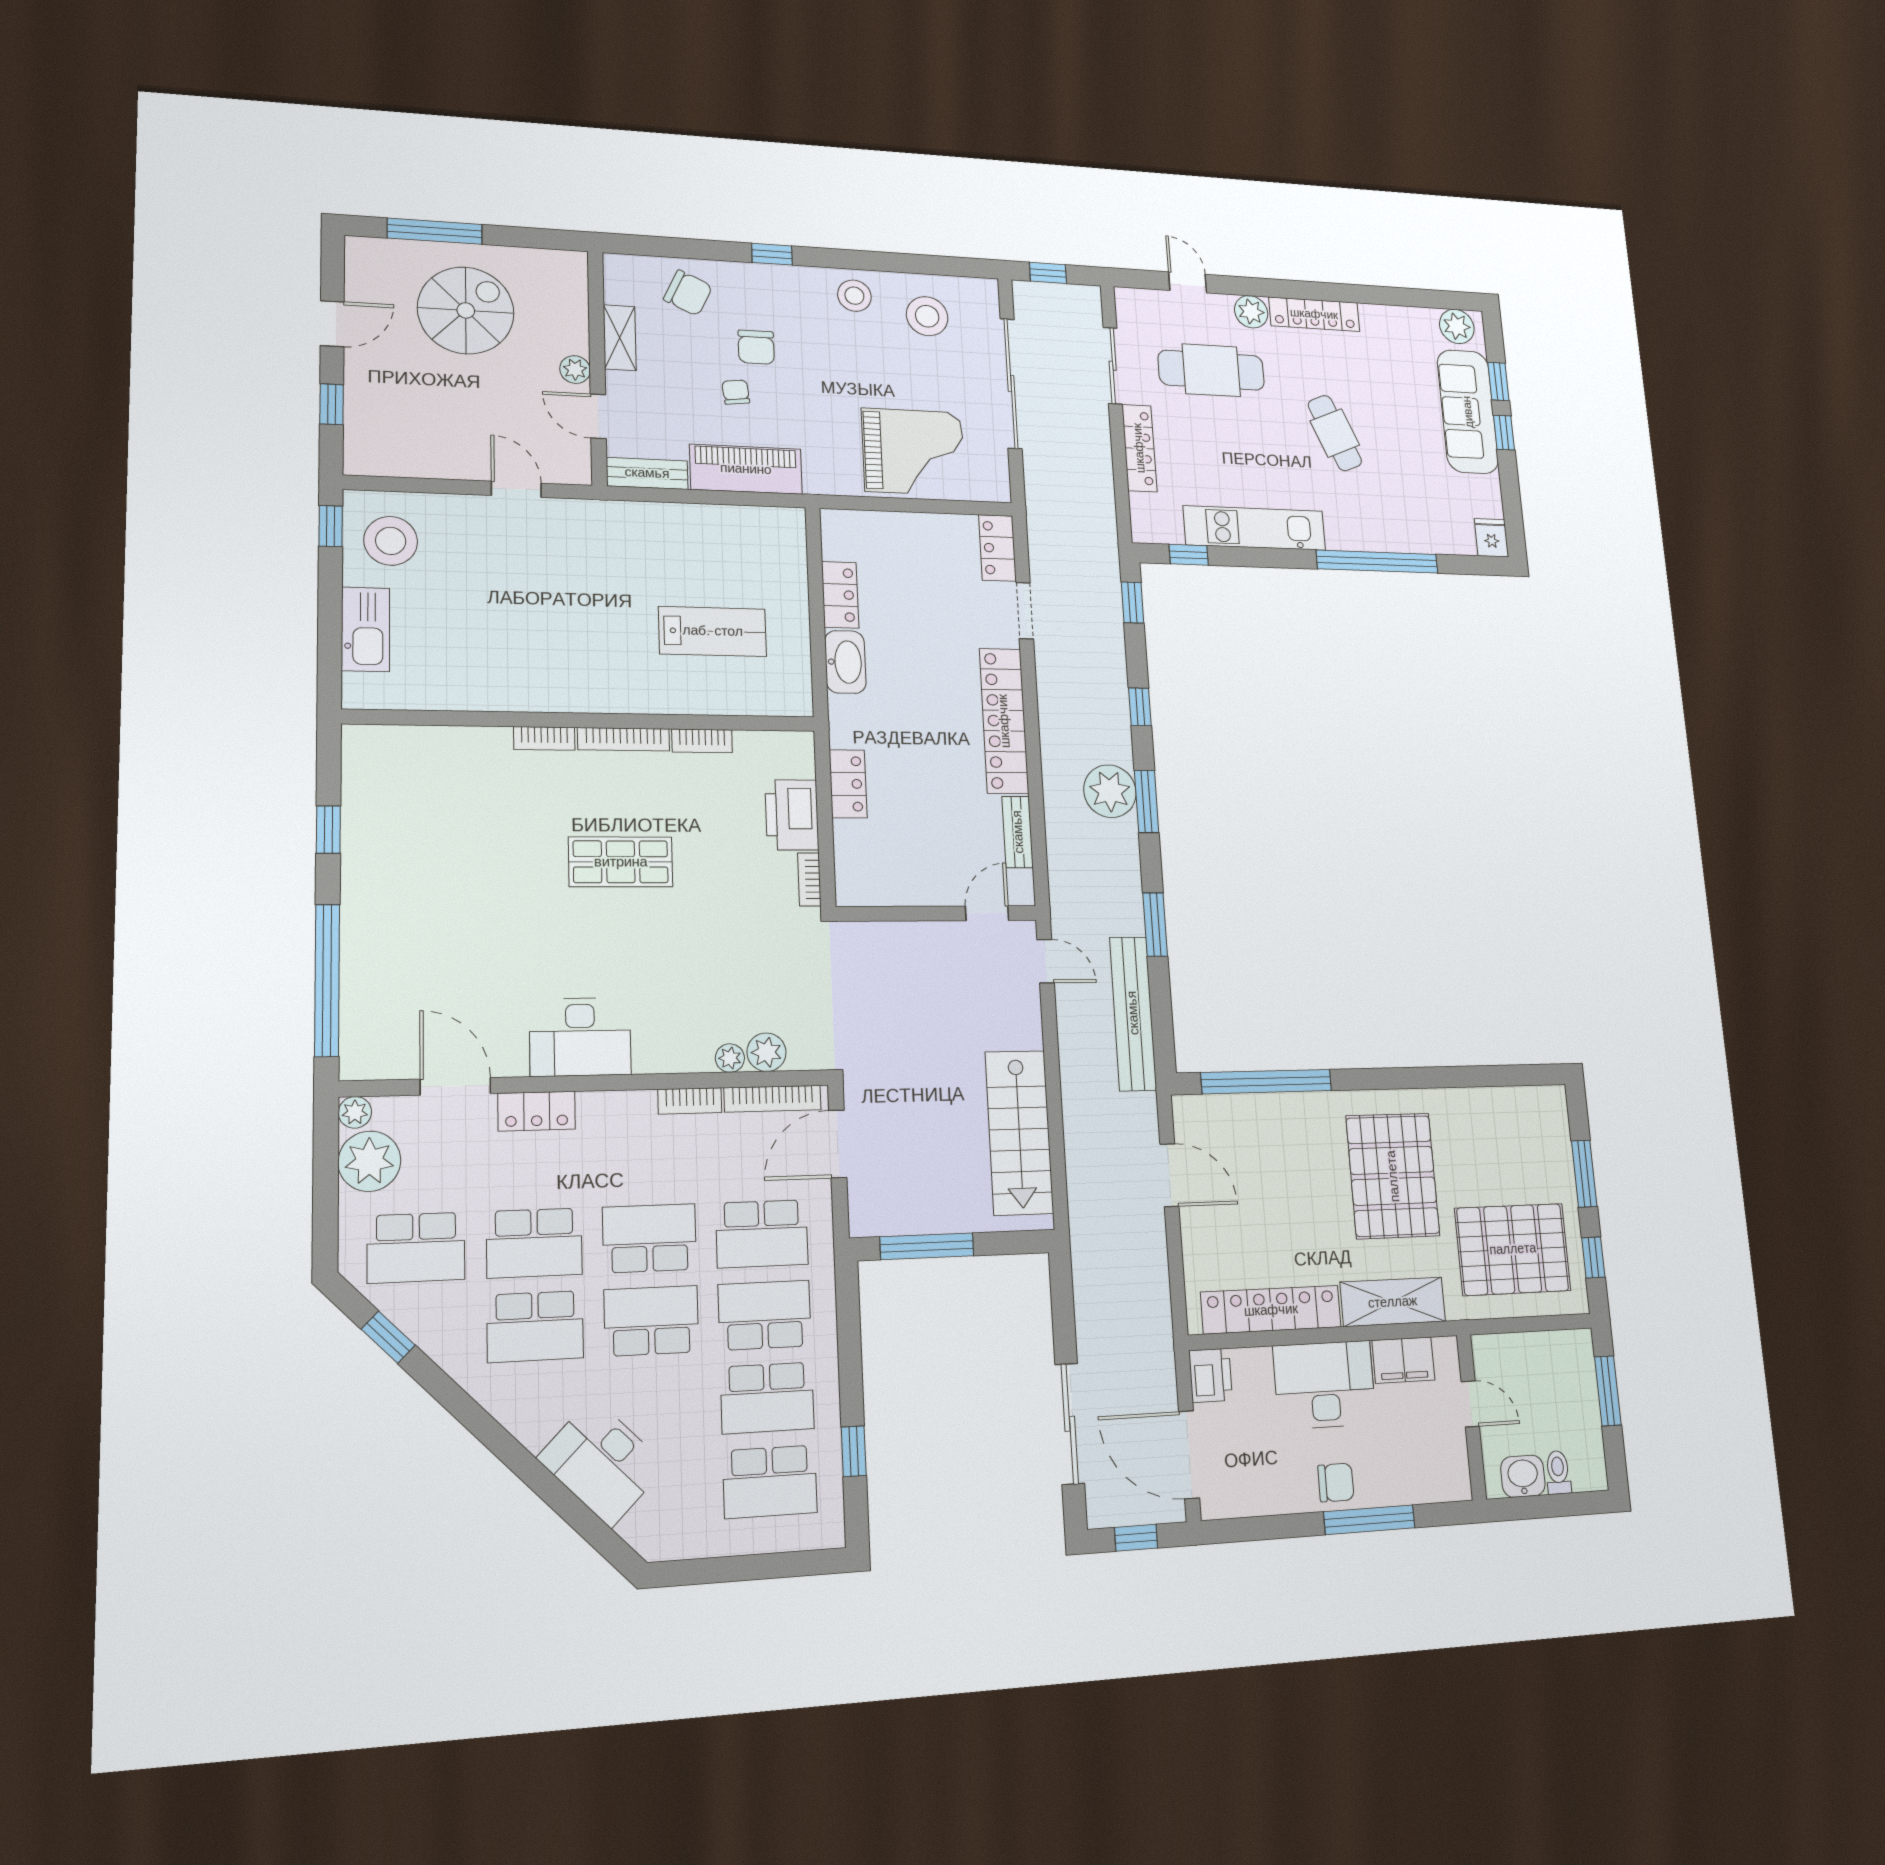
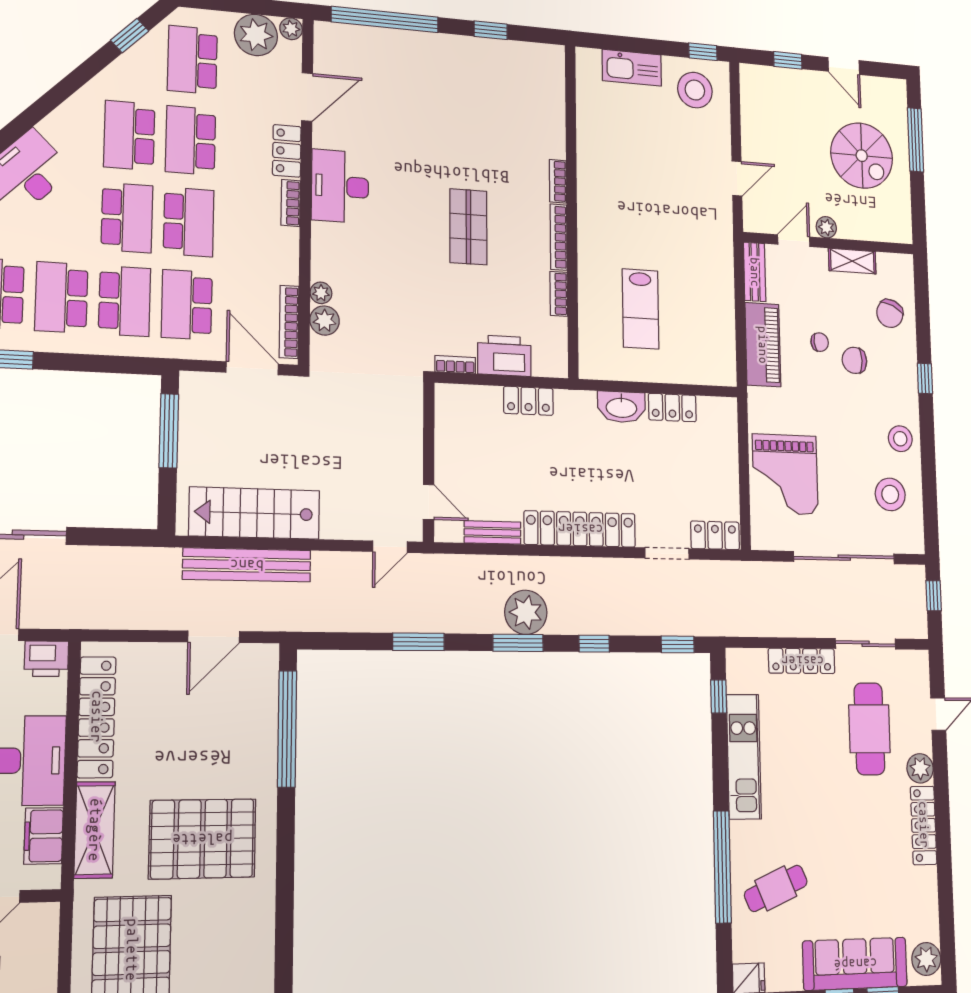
cafe table: (1335, 433) -> (776, 888), moved
bench: (1133, 1013) -> (247, 565), moved
bookcase: (690, 1101) -> (291, 203), moved

